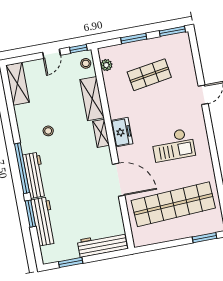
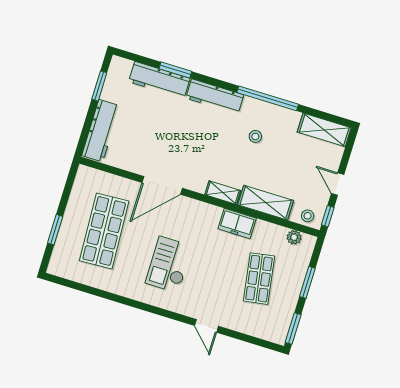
freezer: (122, 132) -> (237, 223), moved
window: (22, 168) -> (268, 98), moved
shop shelf: (173, 204) -> (104, 231), width x0.71
window: (205, 238) -> (55, 230), moved

